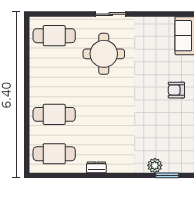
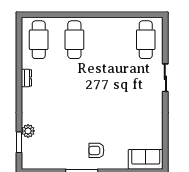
sliding door: (111, 14) -> (165, 78), moved
round table: (104, 54) -> (129, 85), removed
armchair: (176, 90) -> (96, 150), turned -90

